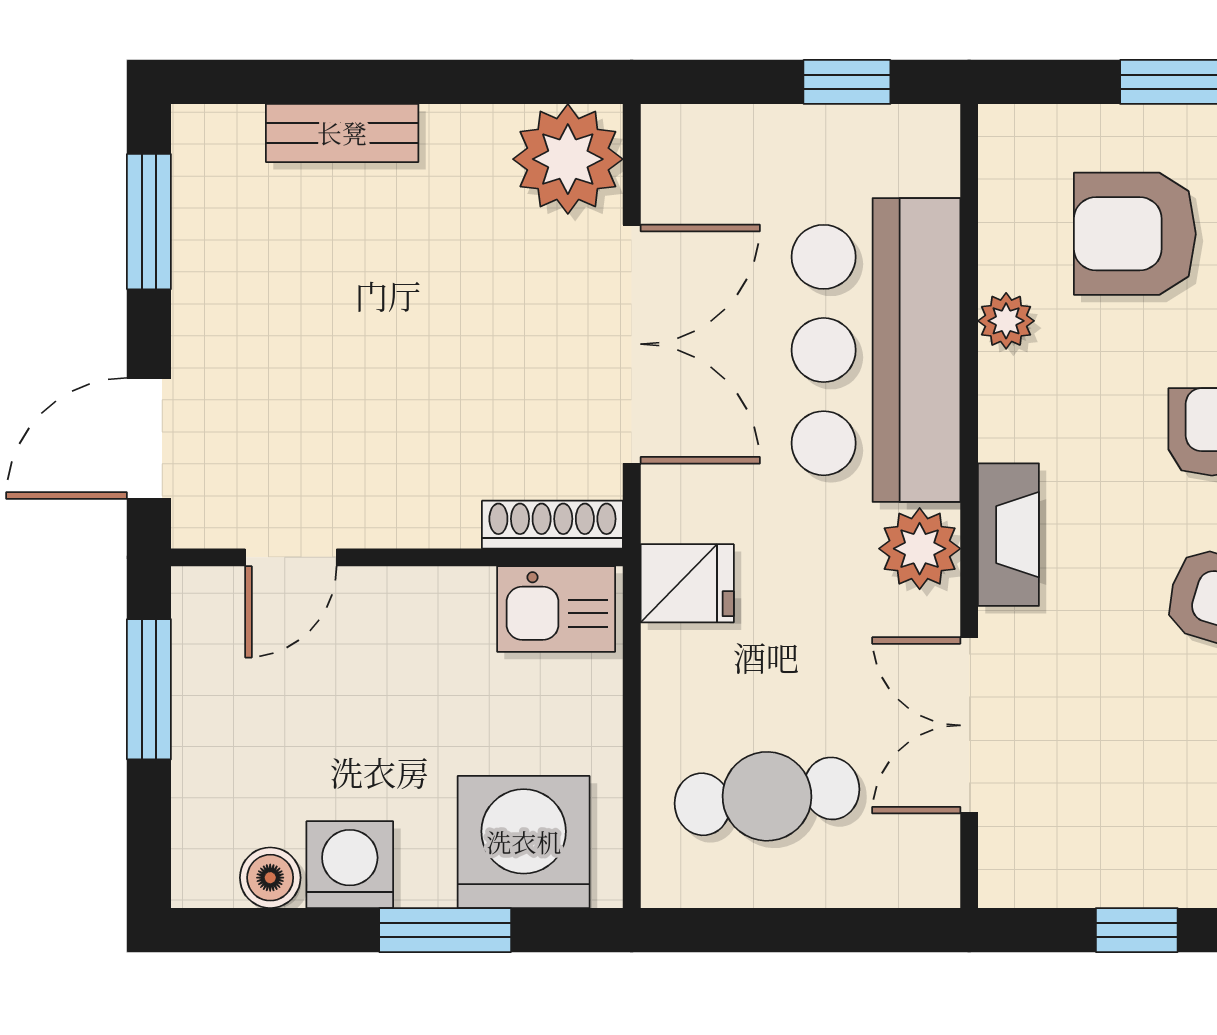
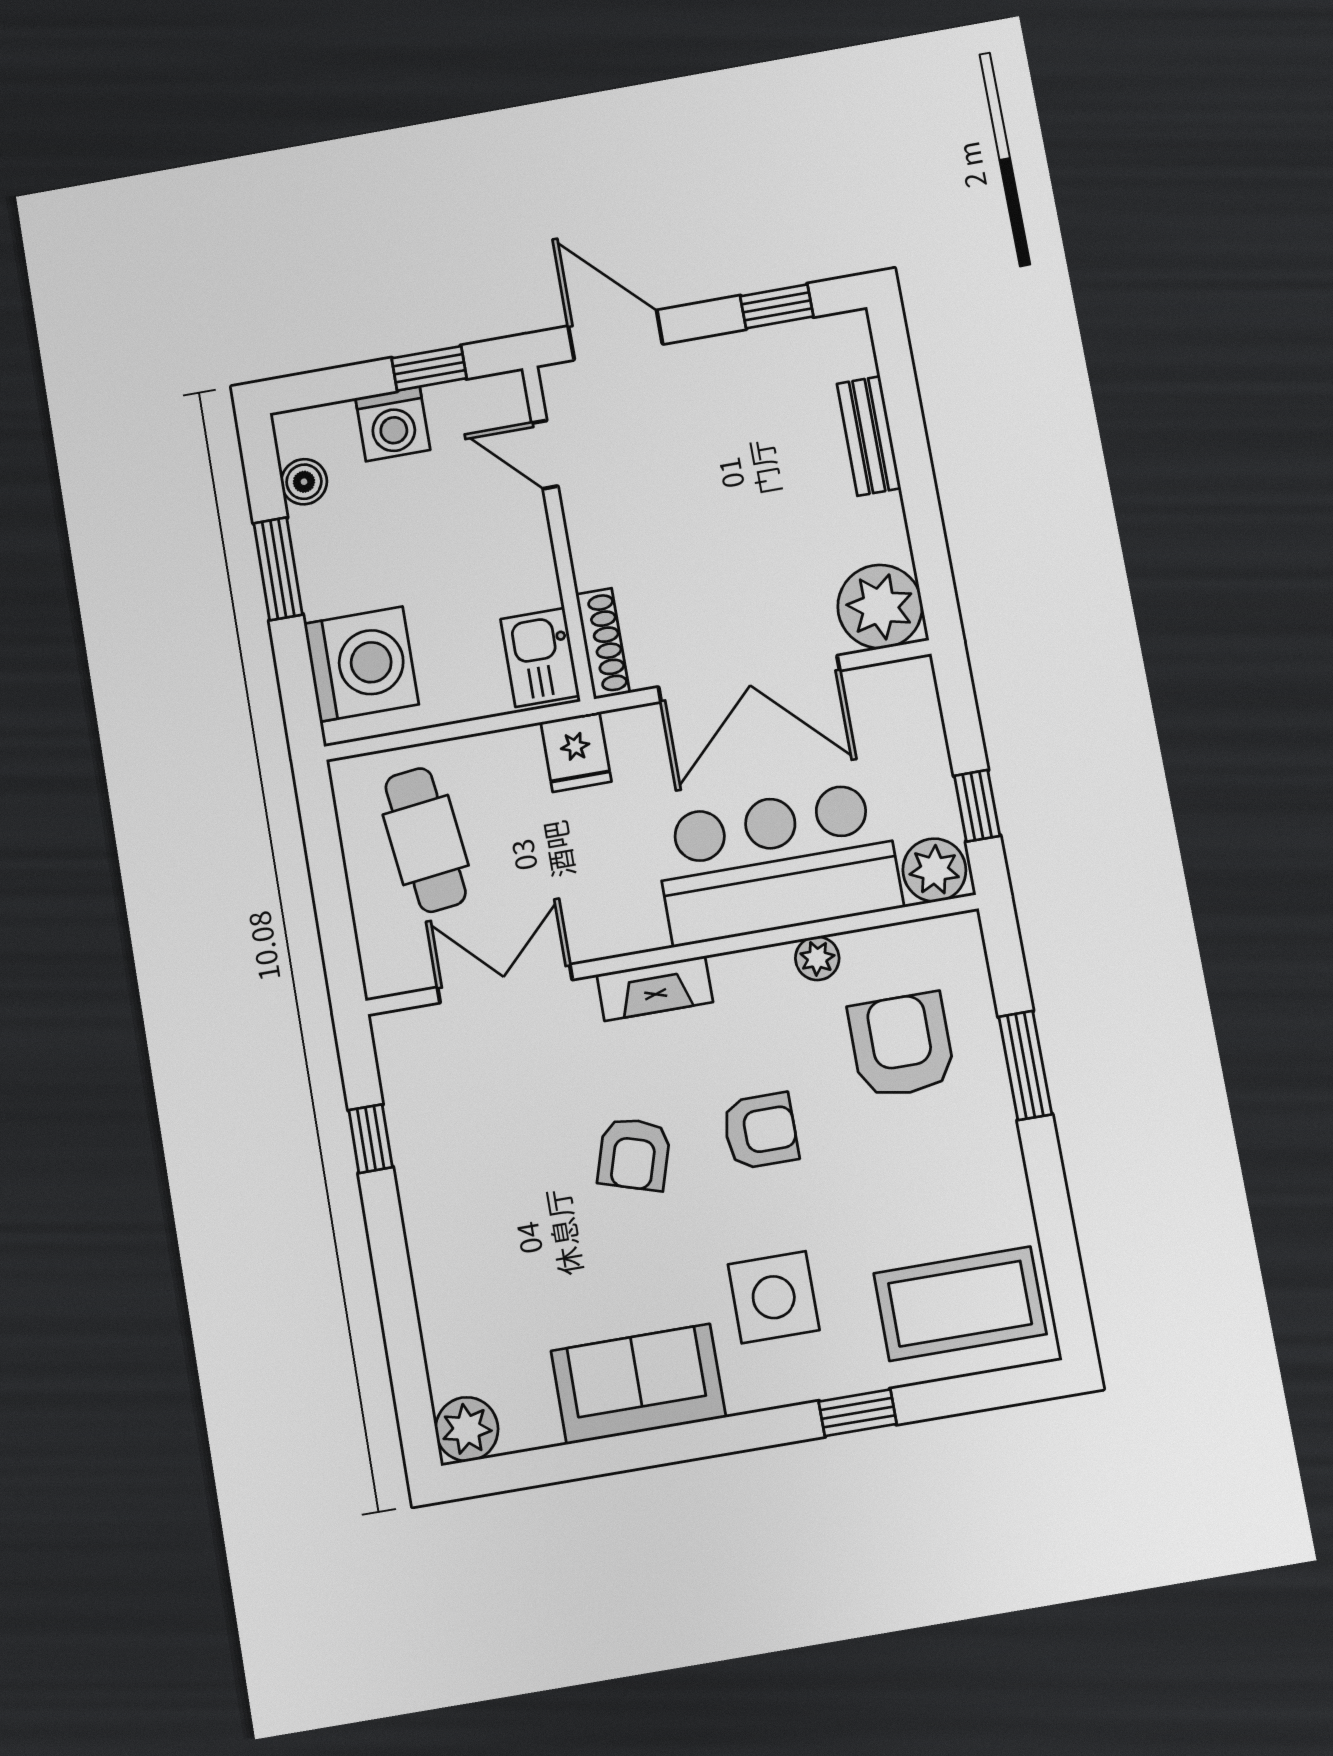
window: (149, 222) -> (777, 306), width x0.67
plant: (920, 549) -> (934, 870), moved
window: (149, 689) -> (429, 368), width x0.67
washing machine: (350, 865) -> (393, 424), moved, turned 90
window: (445, 930) -> (278, 569), moved

